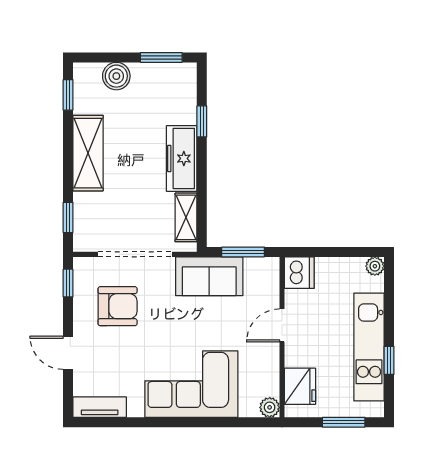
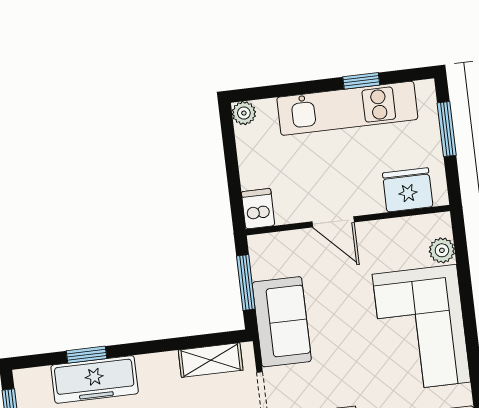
freezer: (182, 158) -> (95, 379), moved
dishwasher: (299, 273) -> (258, 209), width x0.73
plant: (270, 407) -> (442, 250), moved

